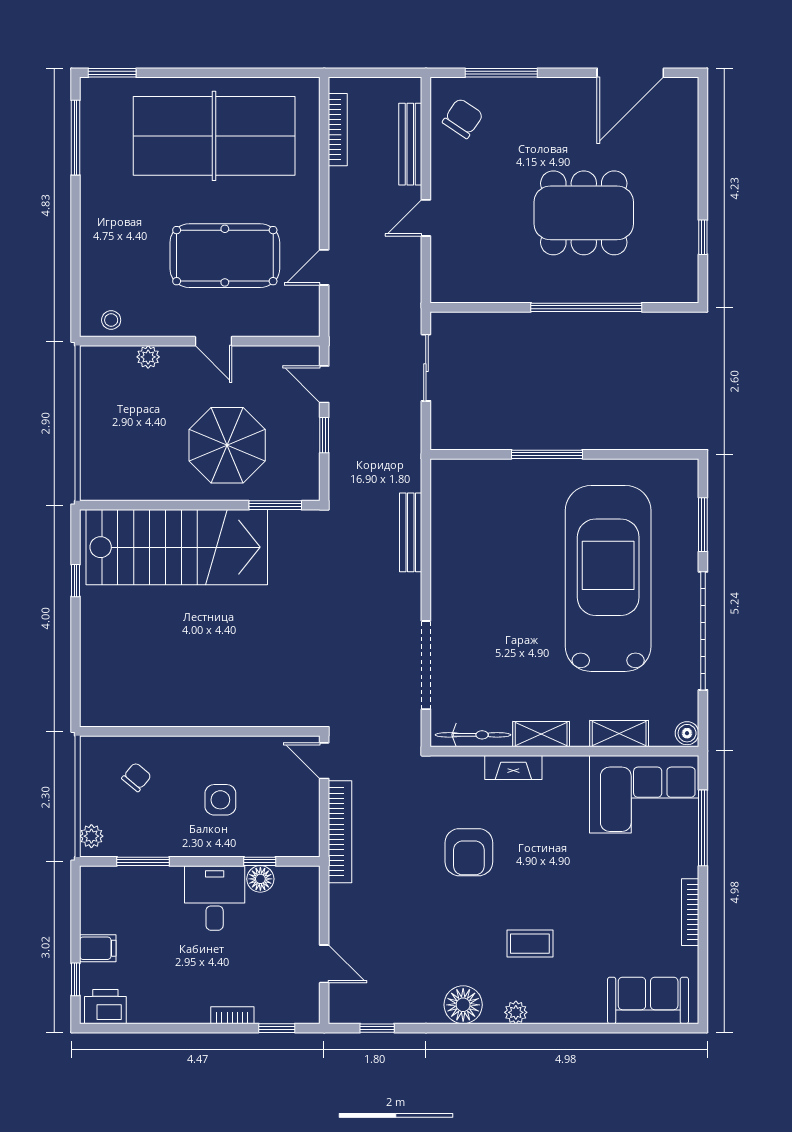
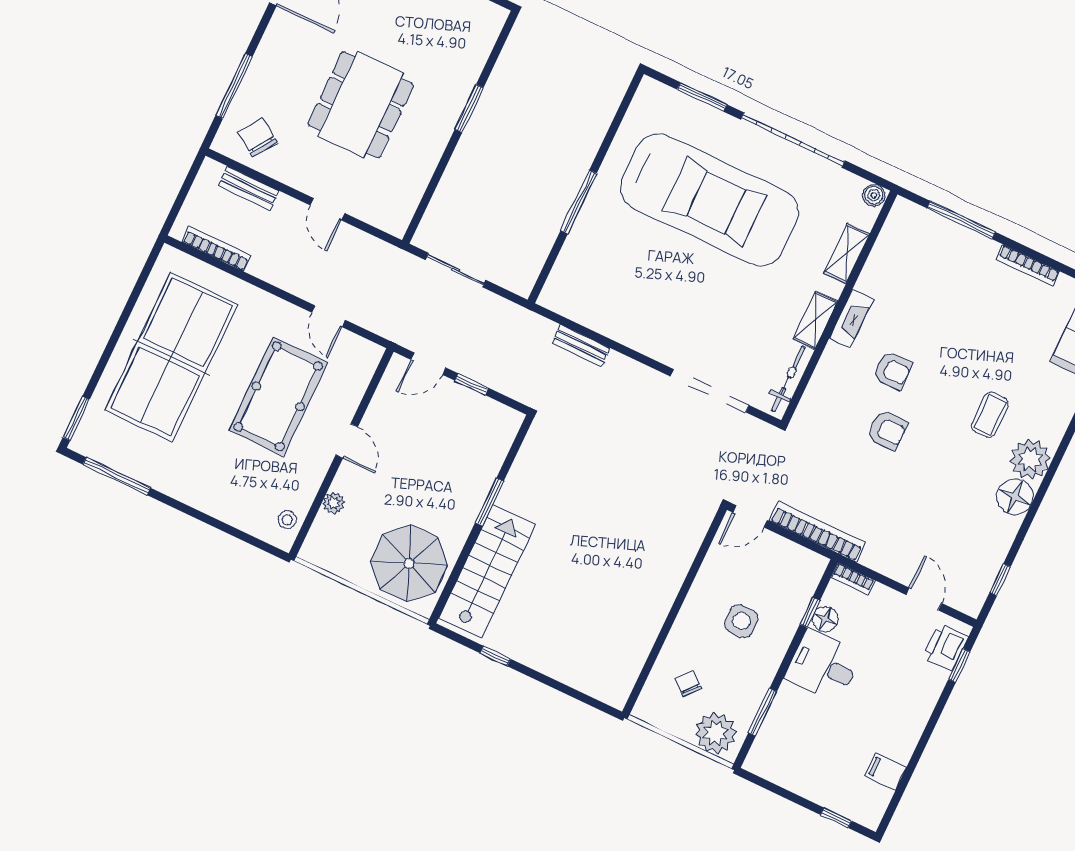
bench: (410, 144) -> (249, 188), width x0.73
dining table: (584, 213) -> (361, 105), moved
window: (586, 307) -> (469, 108), width x0.47
door: (213, 341) -> (347, 441), hinge flipped
parasol: (227, 445) -> (409, 563), moved
window: (275, 505) -> (489, 502), moved
bench: (411, 532) -> (581, 346), width x0.73
stairs: (177, 547) -> (487, 571), width x0.73, depth x0.66
car: (608, 578) -> (710, 200), turned 180
fireplace: (513, 767) -> (851, 319), moved
corner sofa: (644, 794) -> (909, 257), removed
armchair: (528, 830) -> (892, 371), added
plant: (91, 836) -> (716, 733), width x1.87, depth x1.87
armchair: (469, 852) -> (887, 430), width x0.72, depth x0.72
filing cabinet: (98, 948) -> (886, 772), moved, turned -90
door: (324, 964) -> (924, 599), hinge flipped
printer: (105, 1007) -> (945, 647), moved
plant: (516, 1012) -> (1030, 459), width x1.88, depth x1.88
bookcase: (232, 1015) -> (853, 579), moved, turned -90

